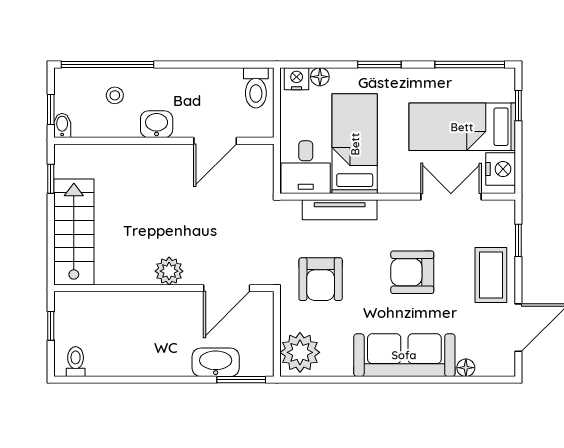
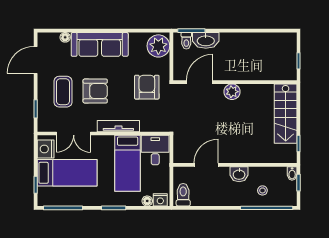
tv unit: (340, 210) -> (118, 126), moved
coffee table: (491, 275) -> (63, 92), moved
toilet: (76, 362) -> (186, 41), moved

